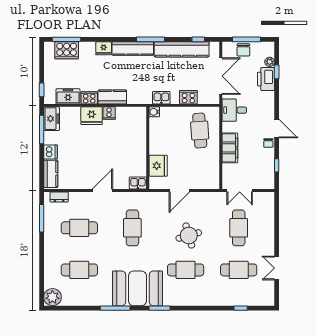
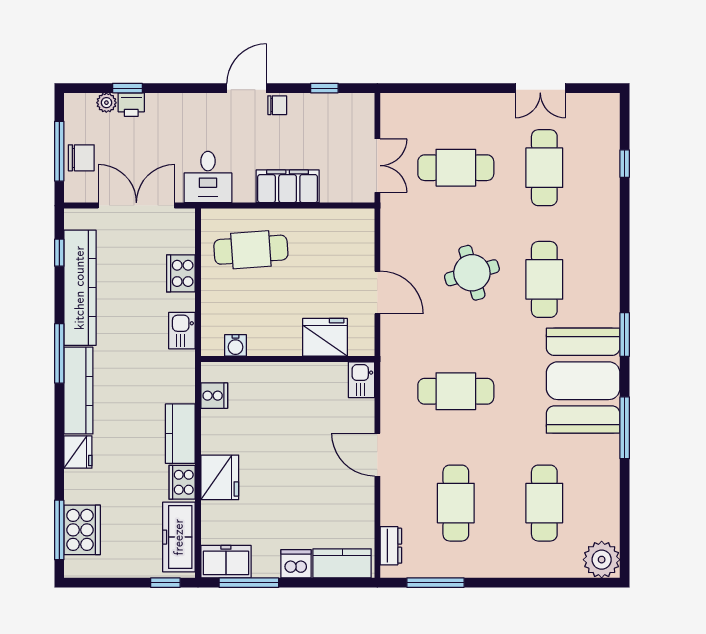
printer: (266, 79) -> (131, 105), width x0.53, depth x0.68
freezer: (68, 96) -> (179, 537), width x1.40
water cooler: (154, 112) -> (236, 345), moved
cooker: (109, 113) -> (214, 396), moved

